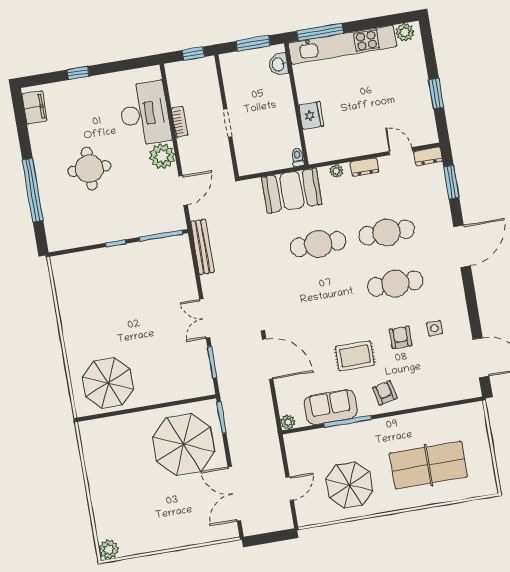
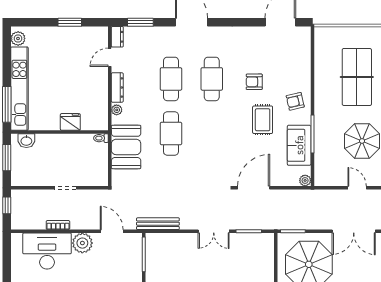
dresser: (364, 167) -> (117, 88), width x1.44
side table: (434, 328) -> (252, 54), removed

